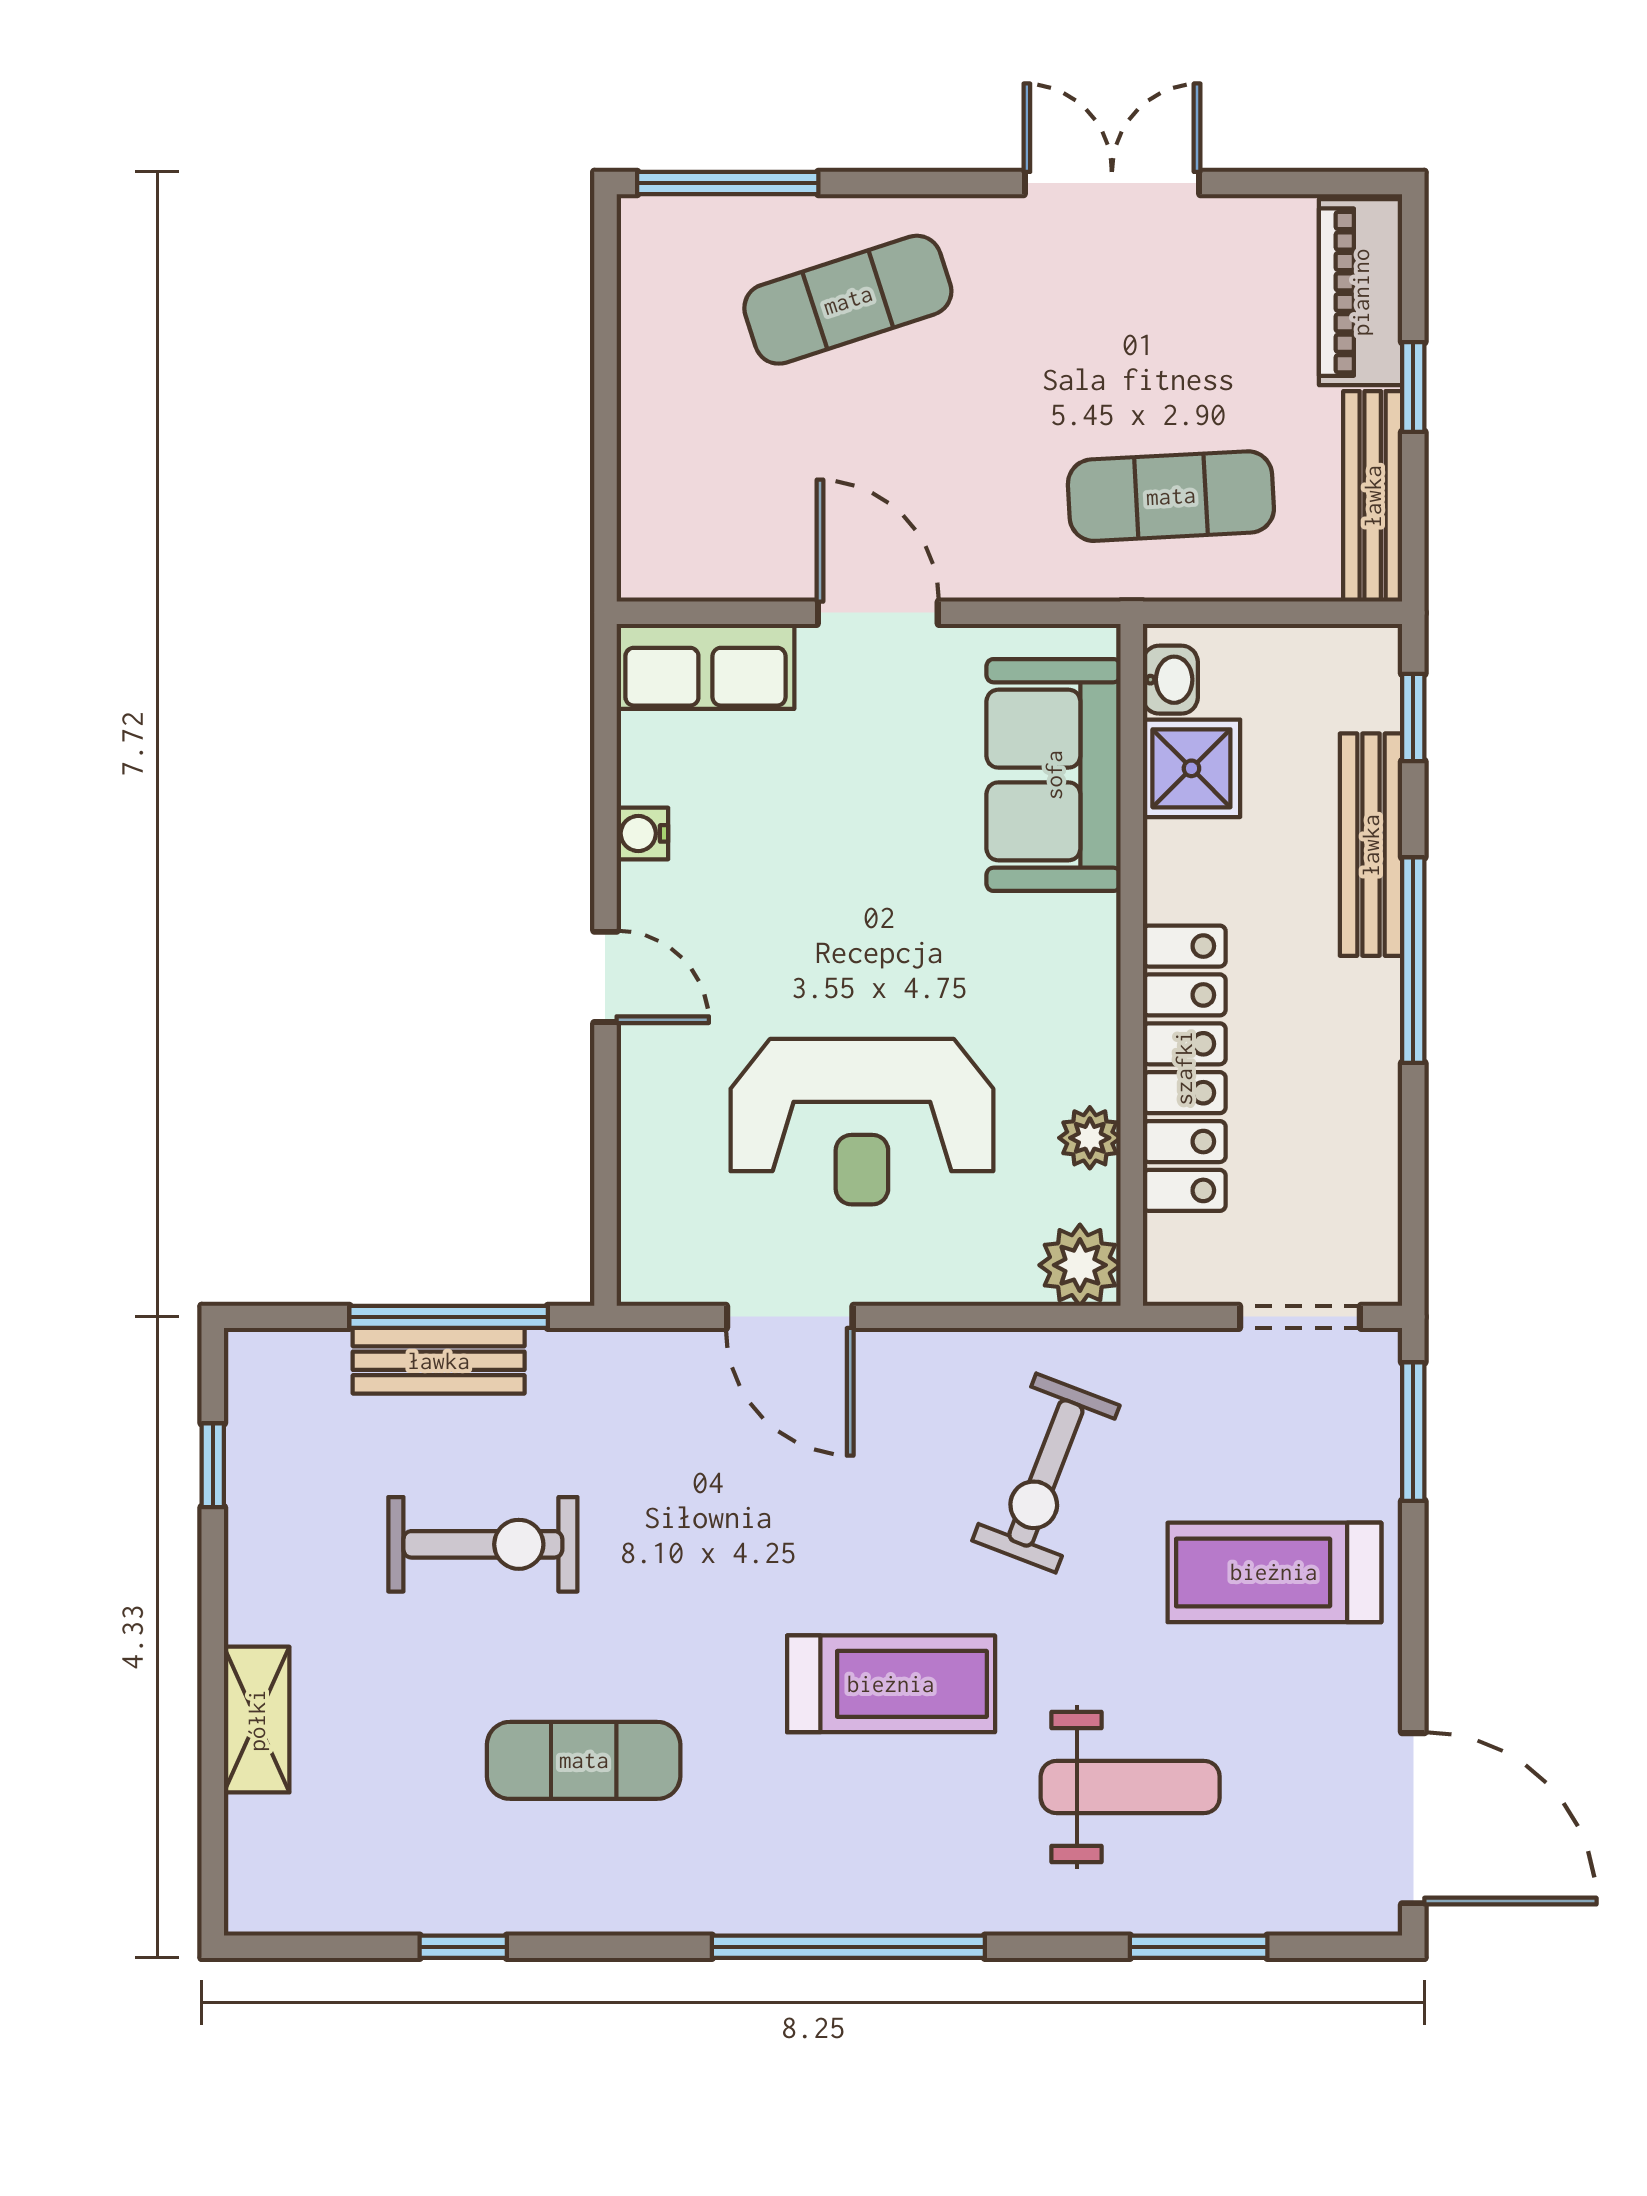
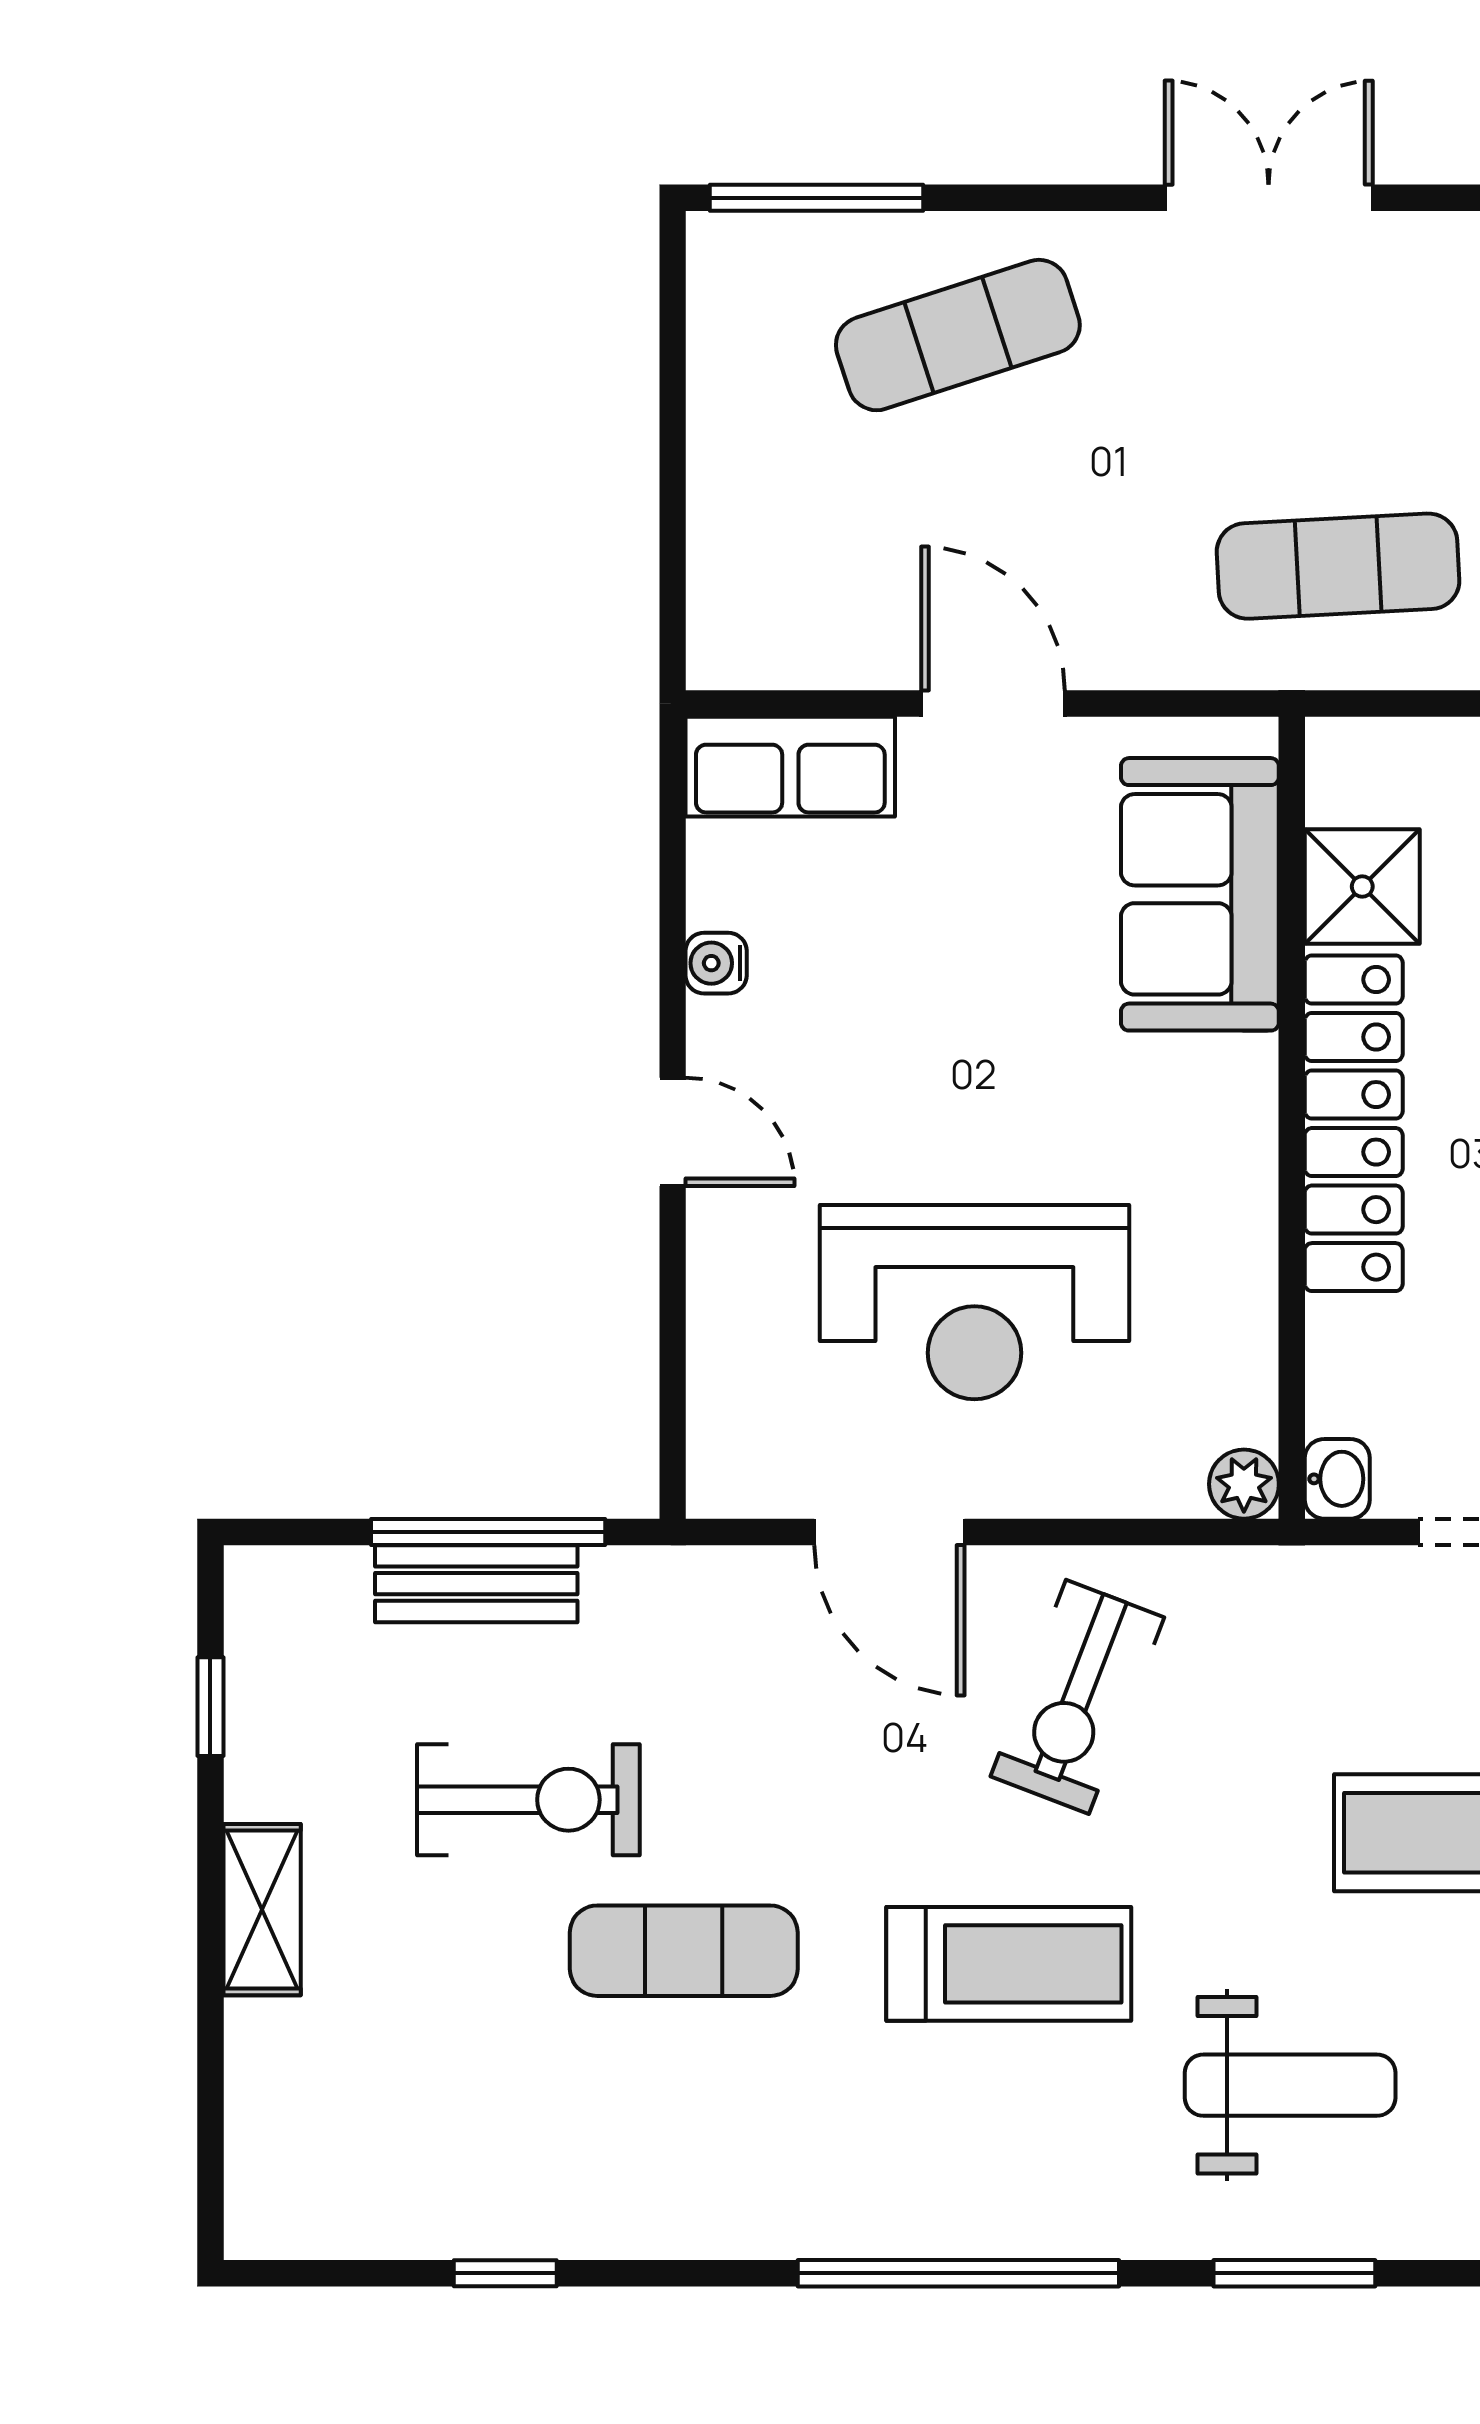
washbasin: (1170, 680) -> (1337, 1479), moved
locker: (1184, 1068) -> (1354, 1123), moved
plant: (1090, 1138) -> (1243, 1321), removed
plant: (1080, 1265) -> (1244, 1484), width x0.73, depth x0.73
exercise bike: (1046, 1473) -> (1077, 1697), moved
shelving: (257, 1720) -> (262, 1910), moved
exercise mat: (584, 1760) -> (684, 1951), moved
window: (1199, 1947) -> (1294, 2273), moved

